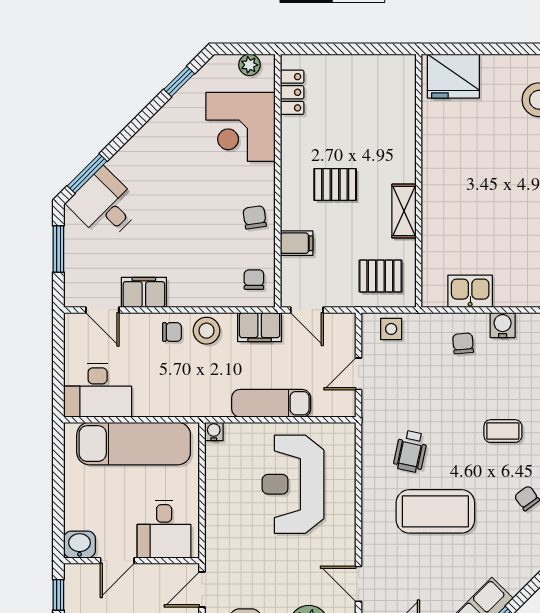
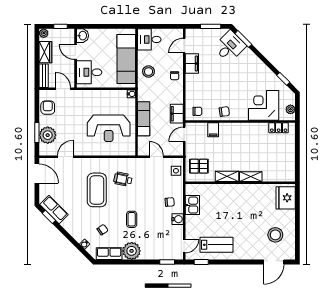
shelving: (405, 157) -> (251, 177), added
pallet: (335, 184) -> (239, 146), removed
pallet: (380, 276) -> (199, 166), turned 90
stool: (207, 331) -> (149, 72), moved
desk: (98, 390) -> (149, 39), width x0.73
reception desk: (293, 484) -> (109, 128), turned 180

